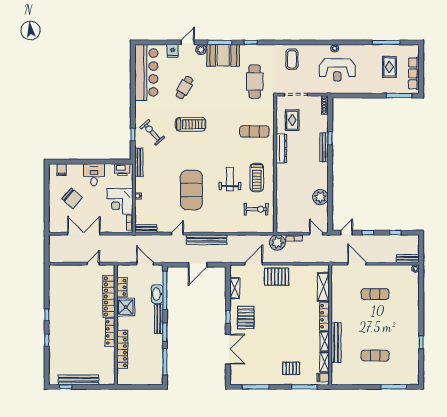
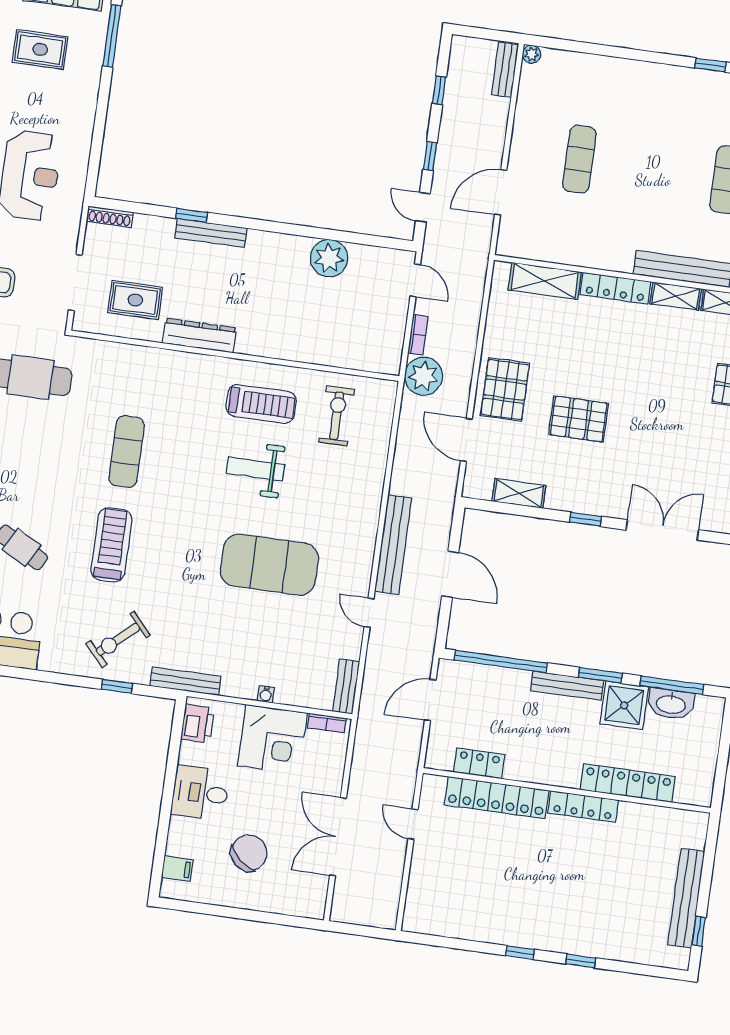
exercise mat: (254, 131) -> (127, 452), moved
door: (316, 234) -> (415, 280), swing flipped
washbasin: (157, 294) -> (671, 704), moved
shower: (126, 307) -> (624, 705), moved
pallet: (246, 318) -> (579, 419), moved

